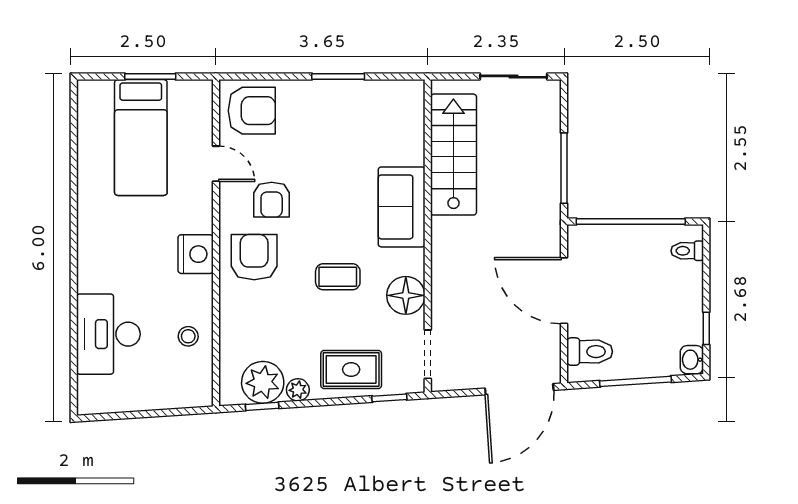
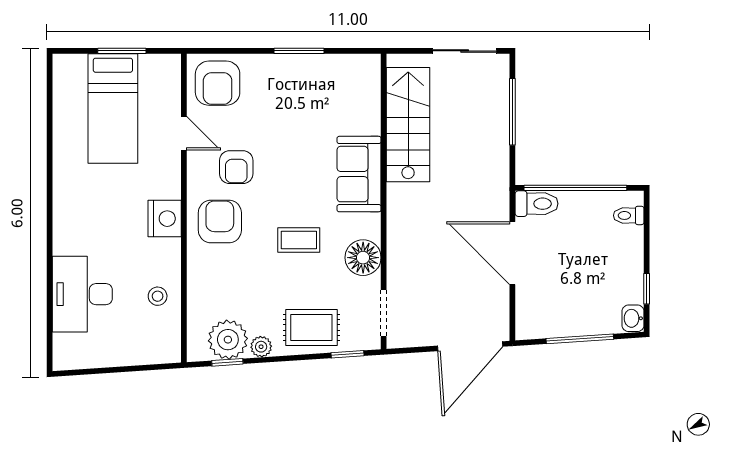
armchair: (252, 111) -> (218, 83), turned 90
window: (564, 168) -> (512, 112), moved
toilet: (590, 352) -> (537, 204), moved

